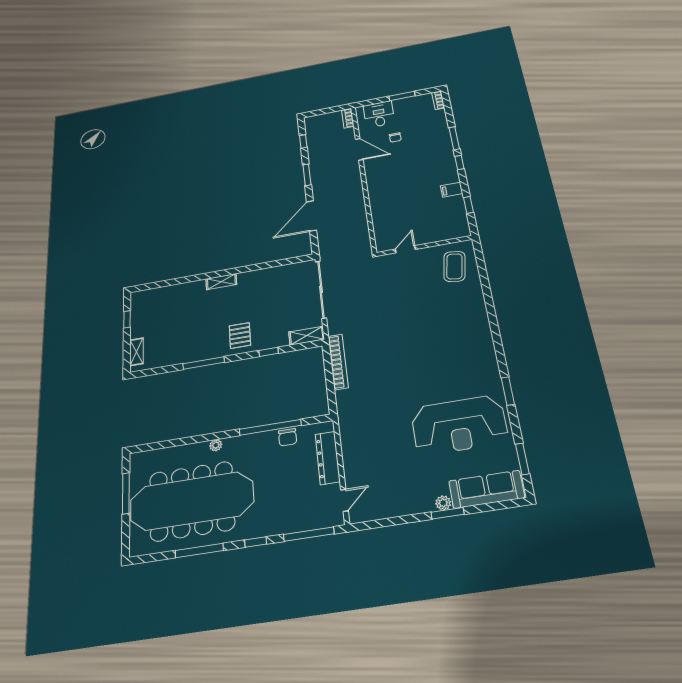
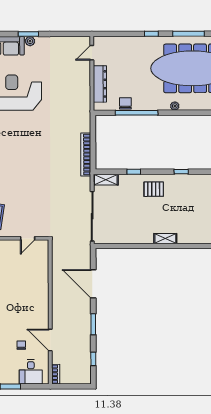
door: (311, 216) -> (93, 284), swing flipped
pallet: (240, 335) -> (154, 189), turned 90
window: (204, 363) -> (181, 172), width x0.46
window: (309, 534) -> (117, 34), removed

